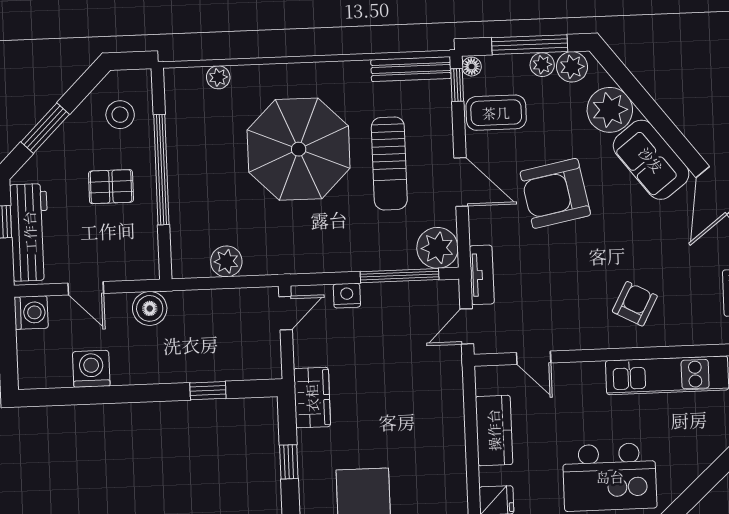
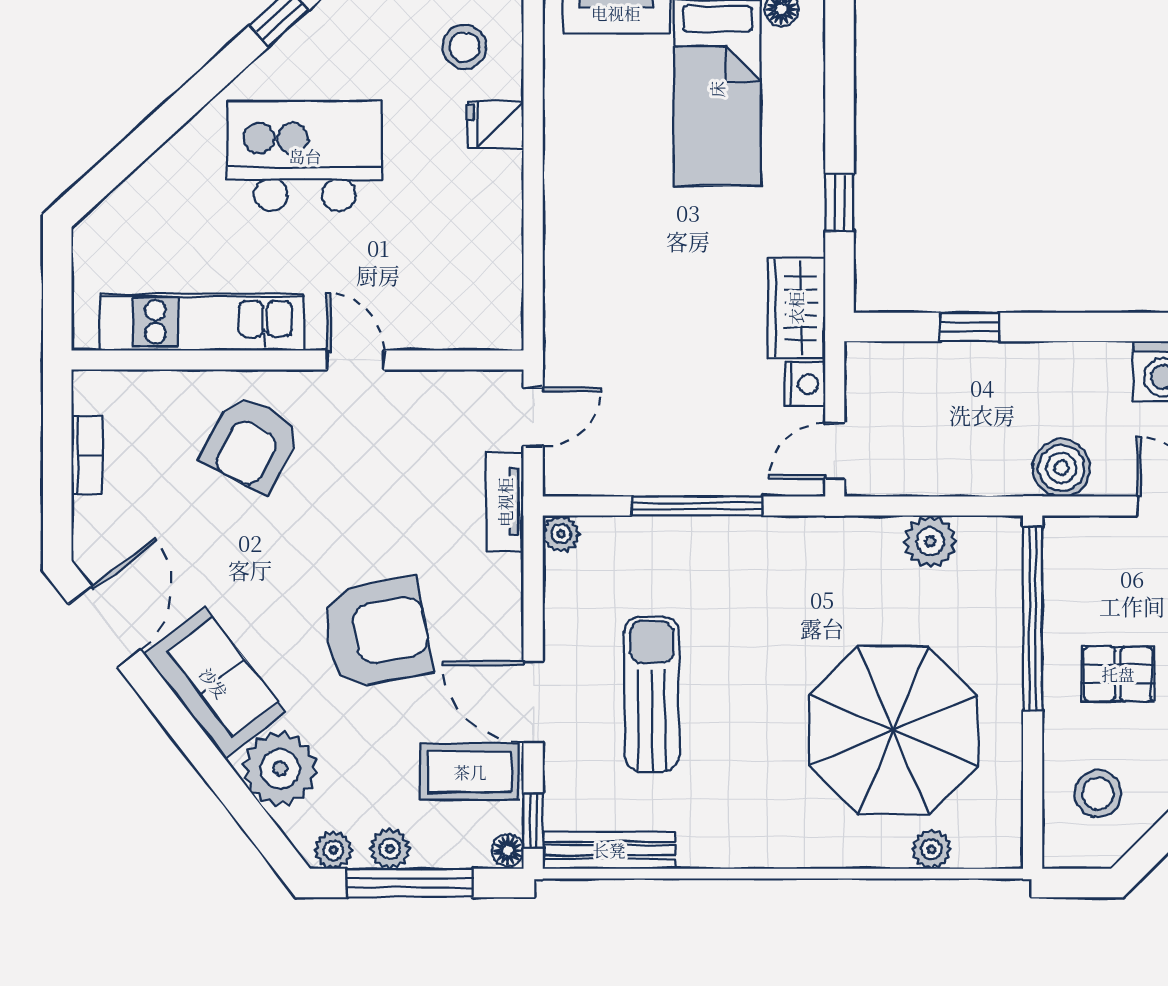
plant: (572, 67) -> (333, 850), width x0.73, depth x0.73
parasol: (299, 149) -> (893, 730), moved
window: (161, 170) -> (1033, 618), moved
door: (461, 182) -> (533, 702), moved
plant: (437, 248) -> (561, 534), width x0.53, depth x0.53
window: (400, 276) -> (697, 506), moved
nightstand: (347, 296) -> (805, 384), moved, turned -90
armchair: (635, 304) -> (251, 443), width x1.38, depth x1.38
door: (534, 358) -> (355, 360), moved
kitchen counter: (494, 430) -> (495, 241), removed

